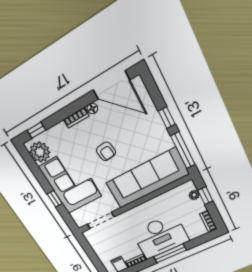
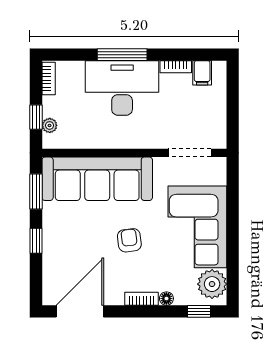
door: (111, 85) -> (80, 311), hinge flipped
floor lamp: (92, 108) -> (166, 299), moved
window: (183, 150) -> (36, 191), width x0.69
window: (55, 199) -> (233, 215), removed

